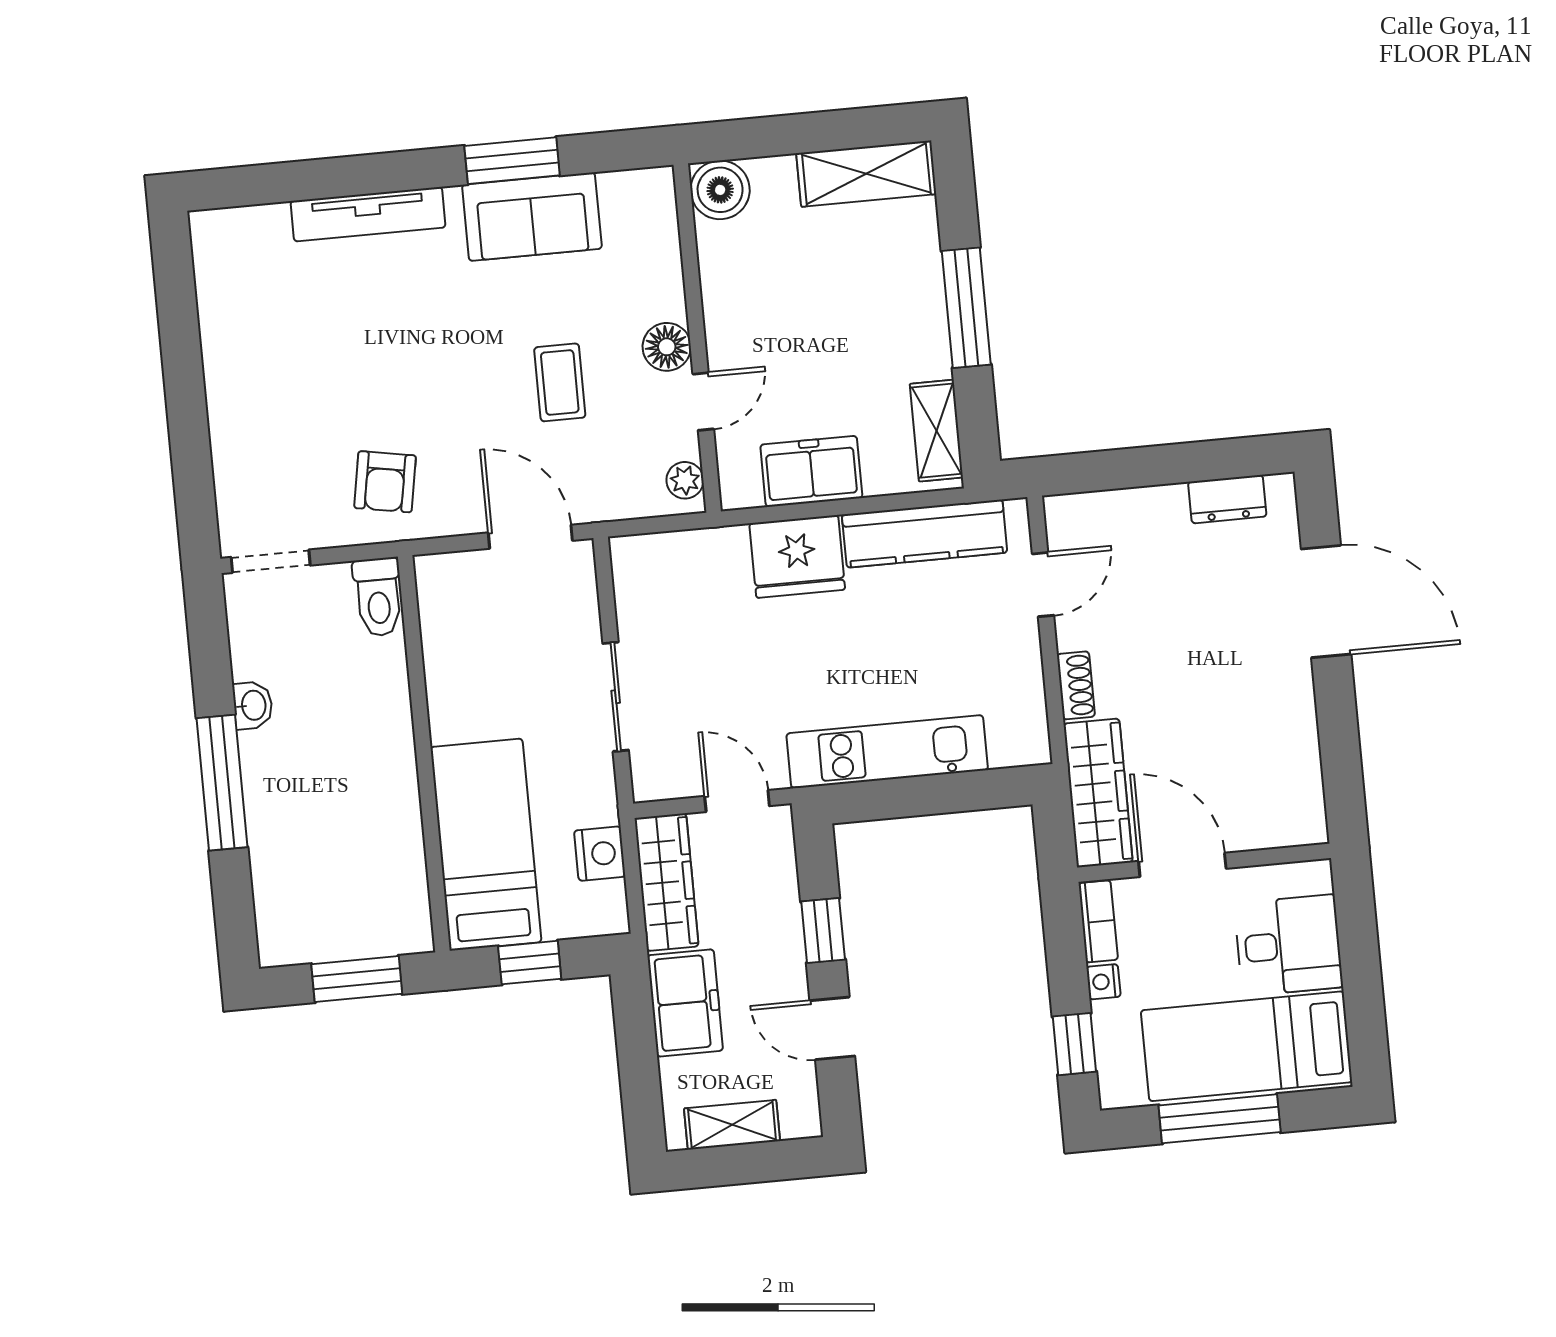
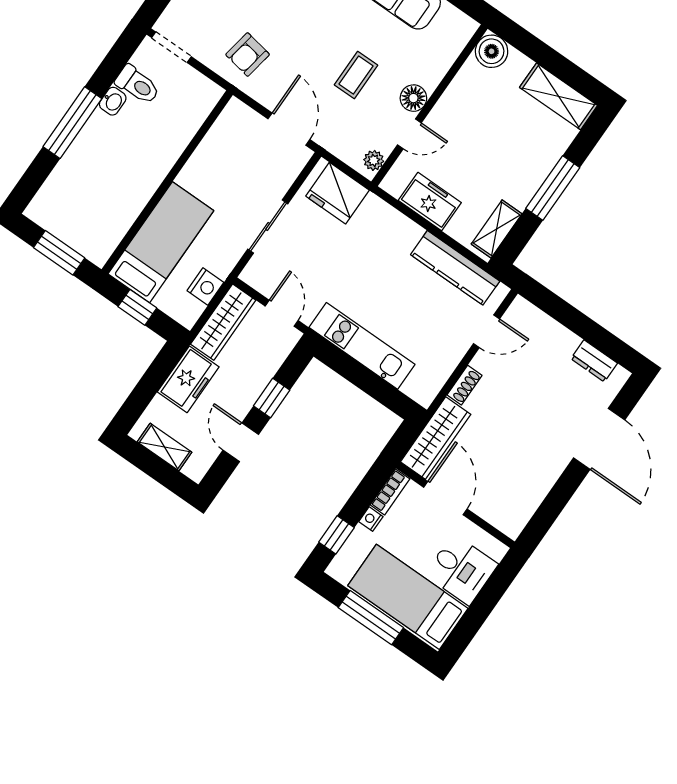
fridge: (797, 557) -> (338, 193), moved
toilet: (378, 597) -> (138, 85), moved, turned -90

